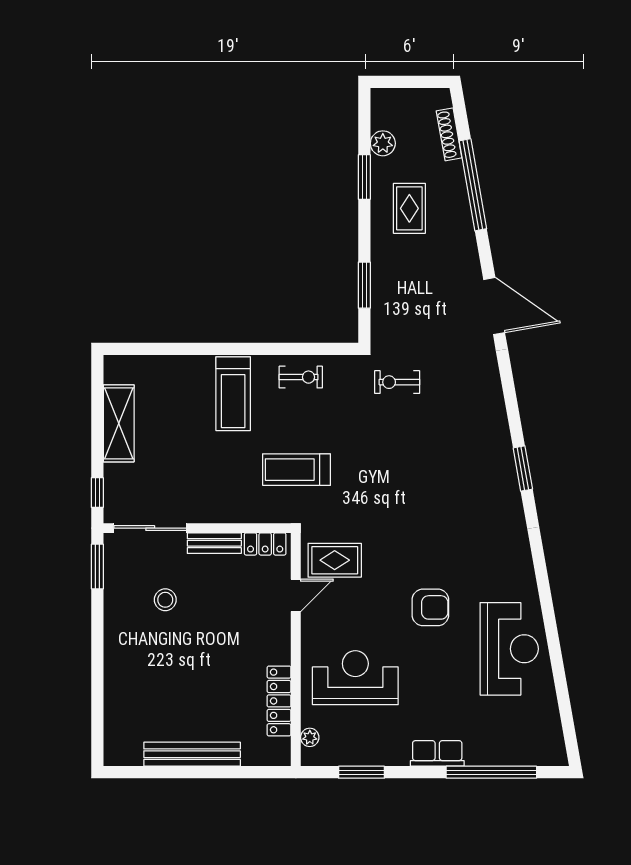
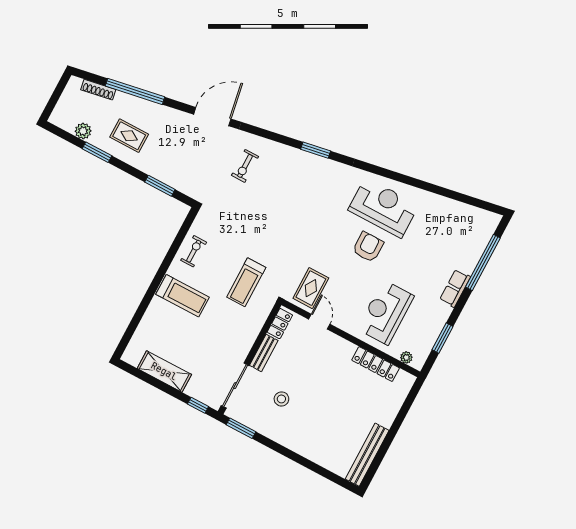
exercise bike: (397, 382) -> (245, 166), moved
reception desk: (509, 649) -> (383, 208), moved
bench: (192, 754) -> (367, 455), moved

